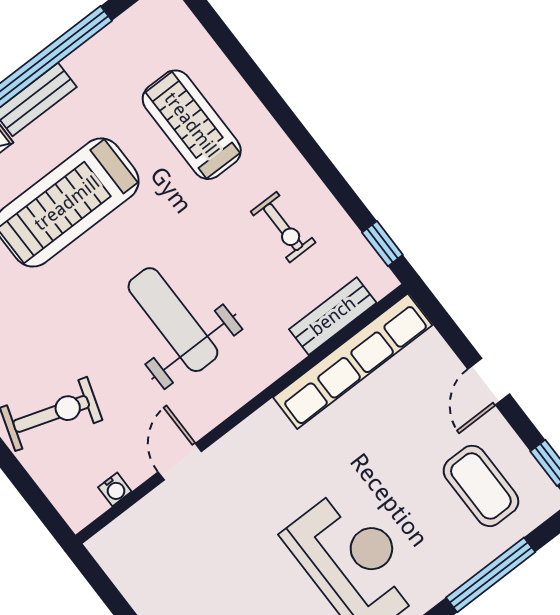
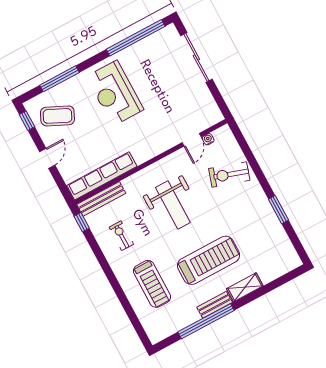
bench: (333, 316) -> (101, 199), width x1.36
door: (180, 462) -> (192, 140), moved
coffee table: (481, 486) -> (57, 116), turned -65

